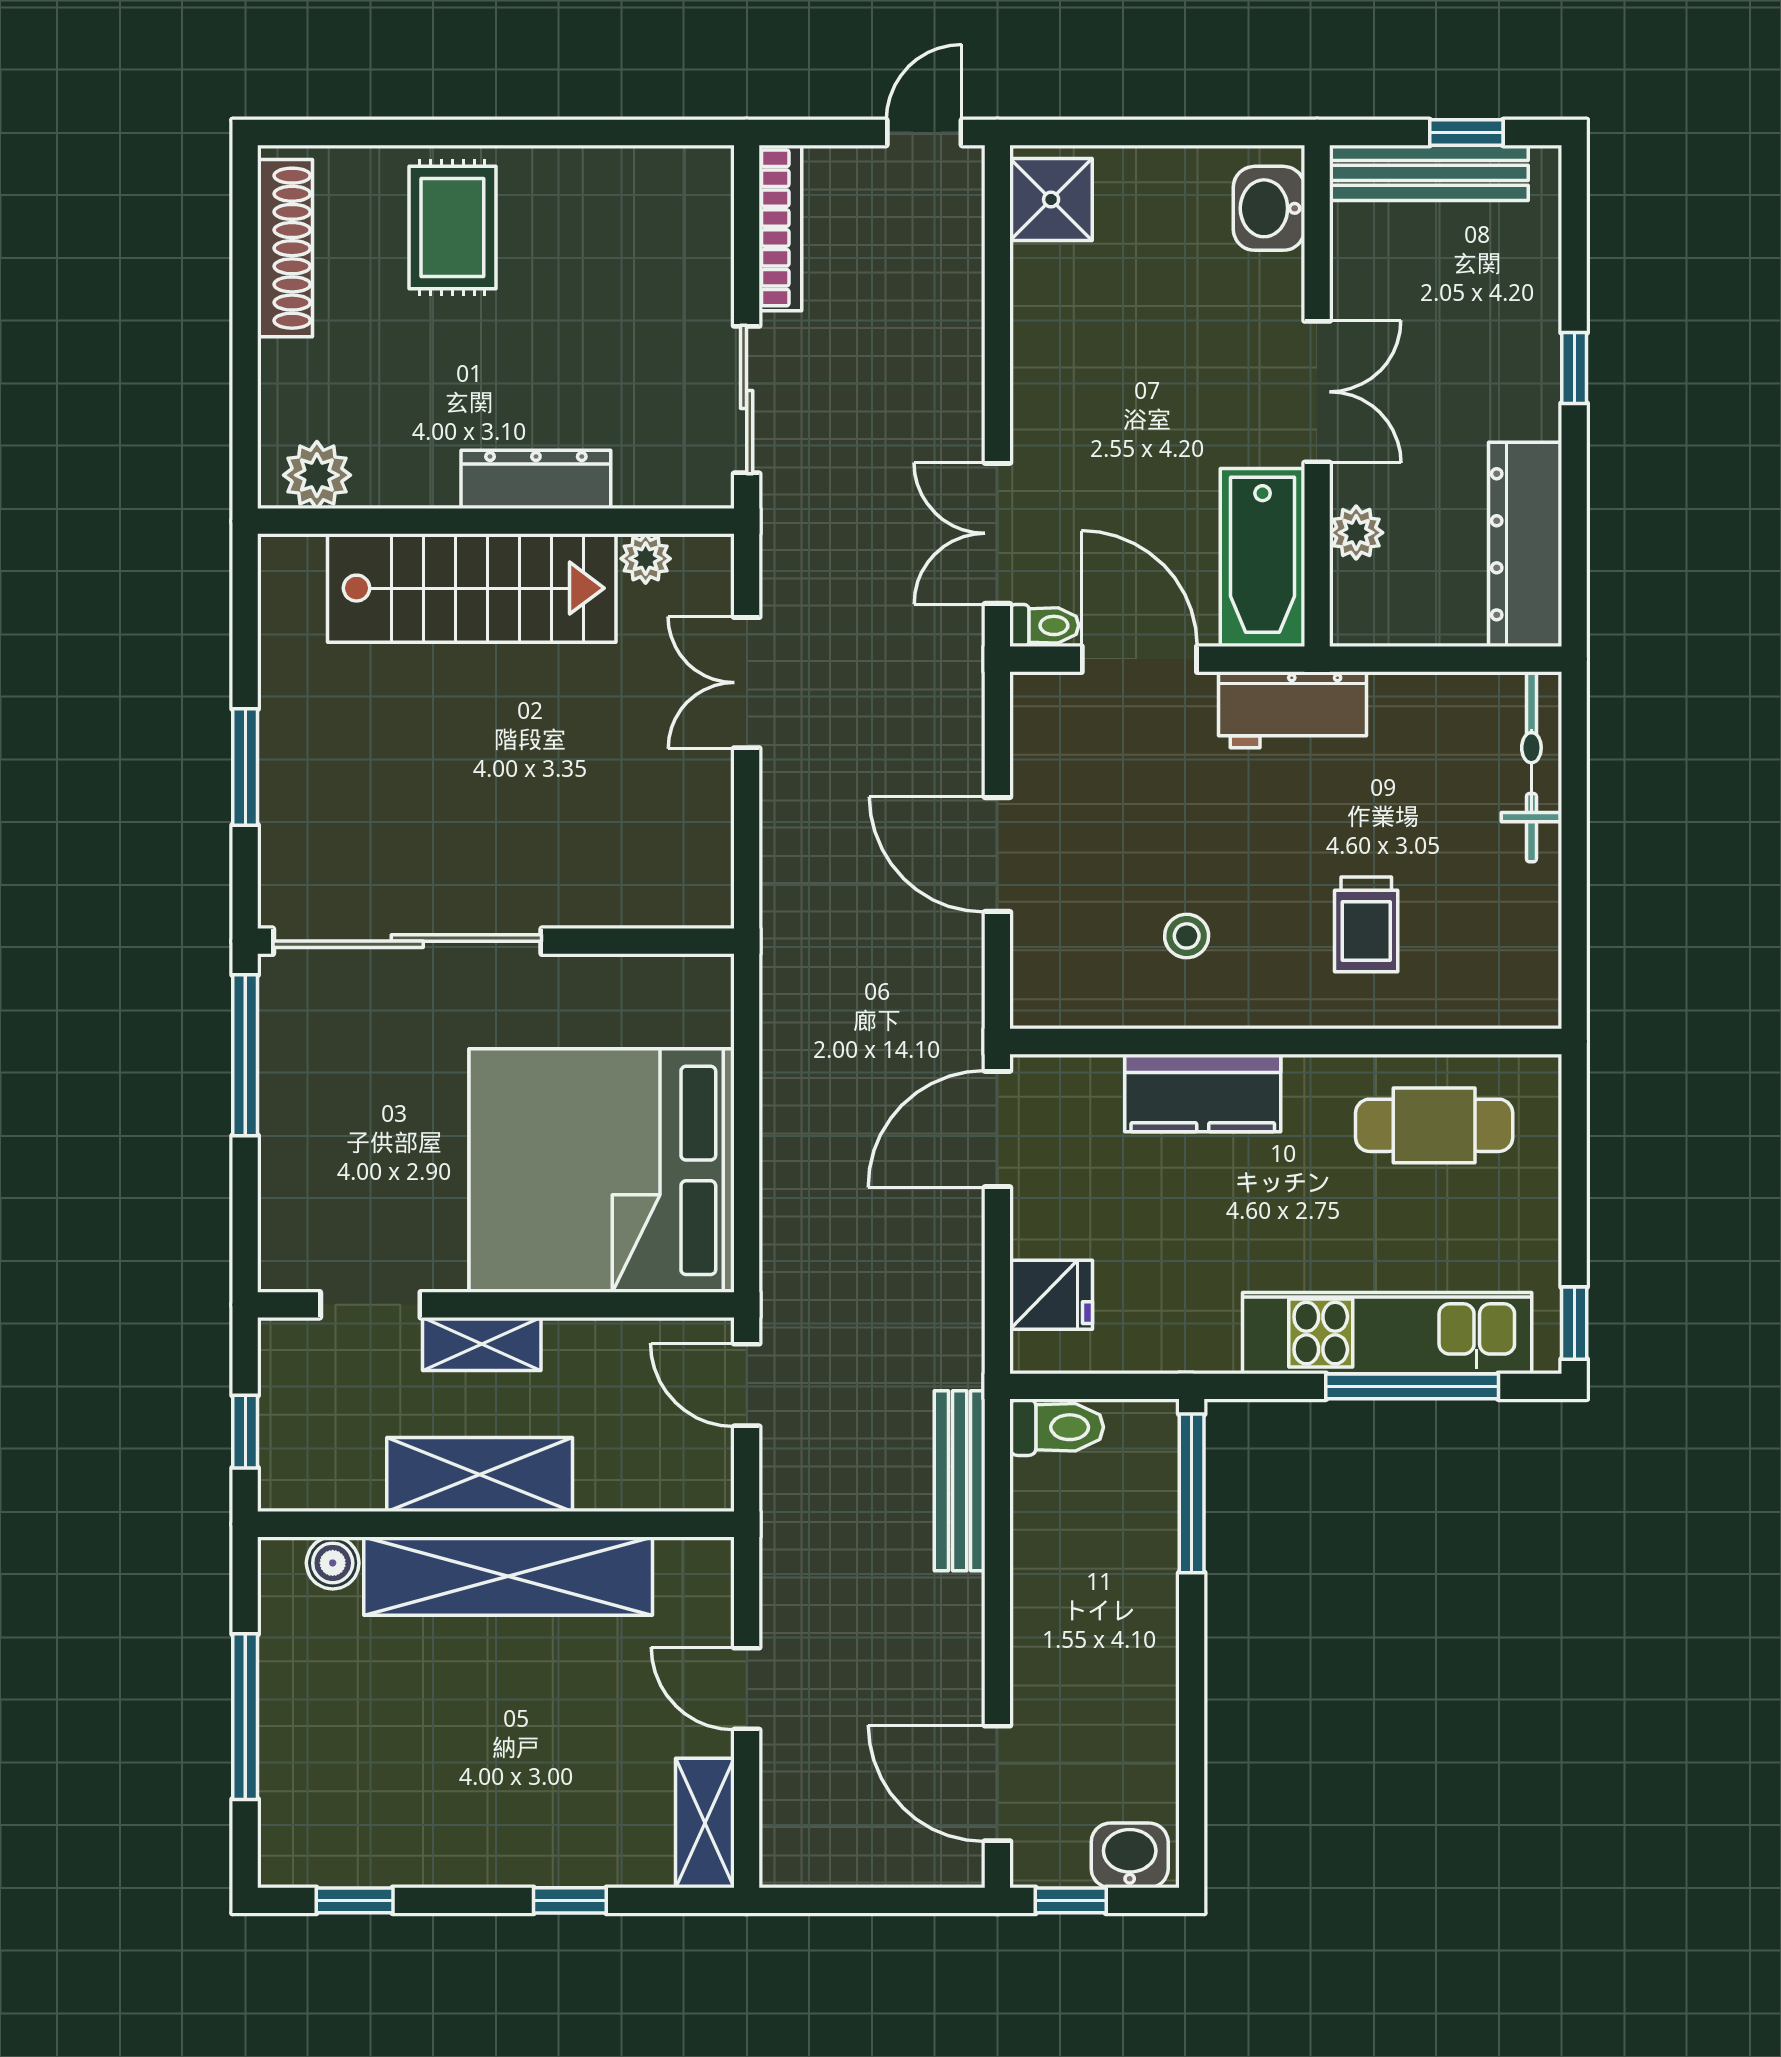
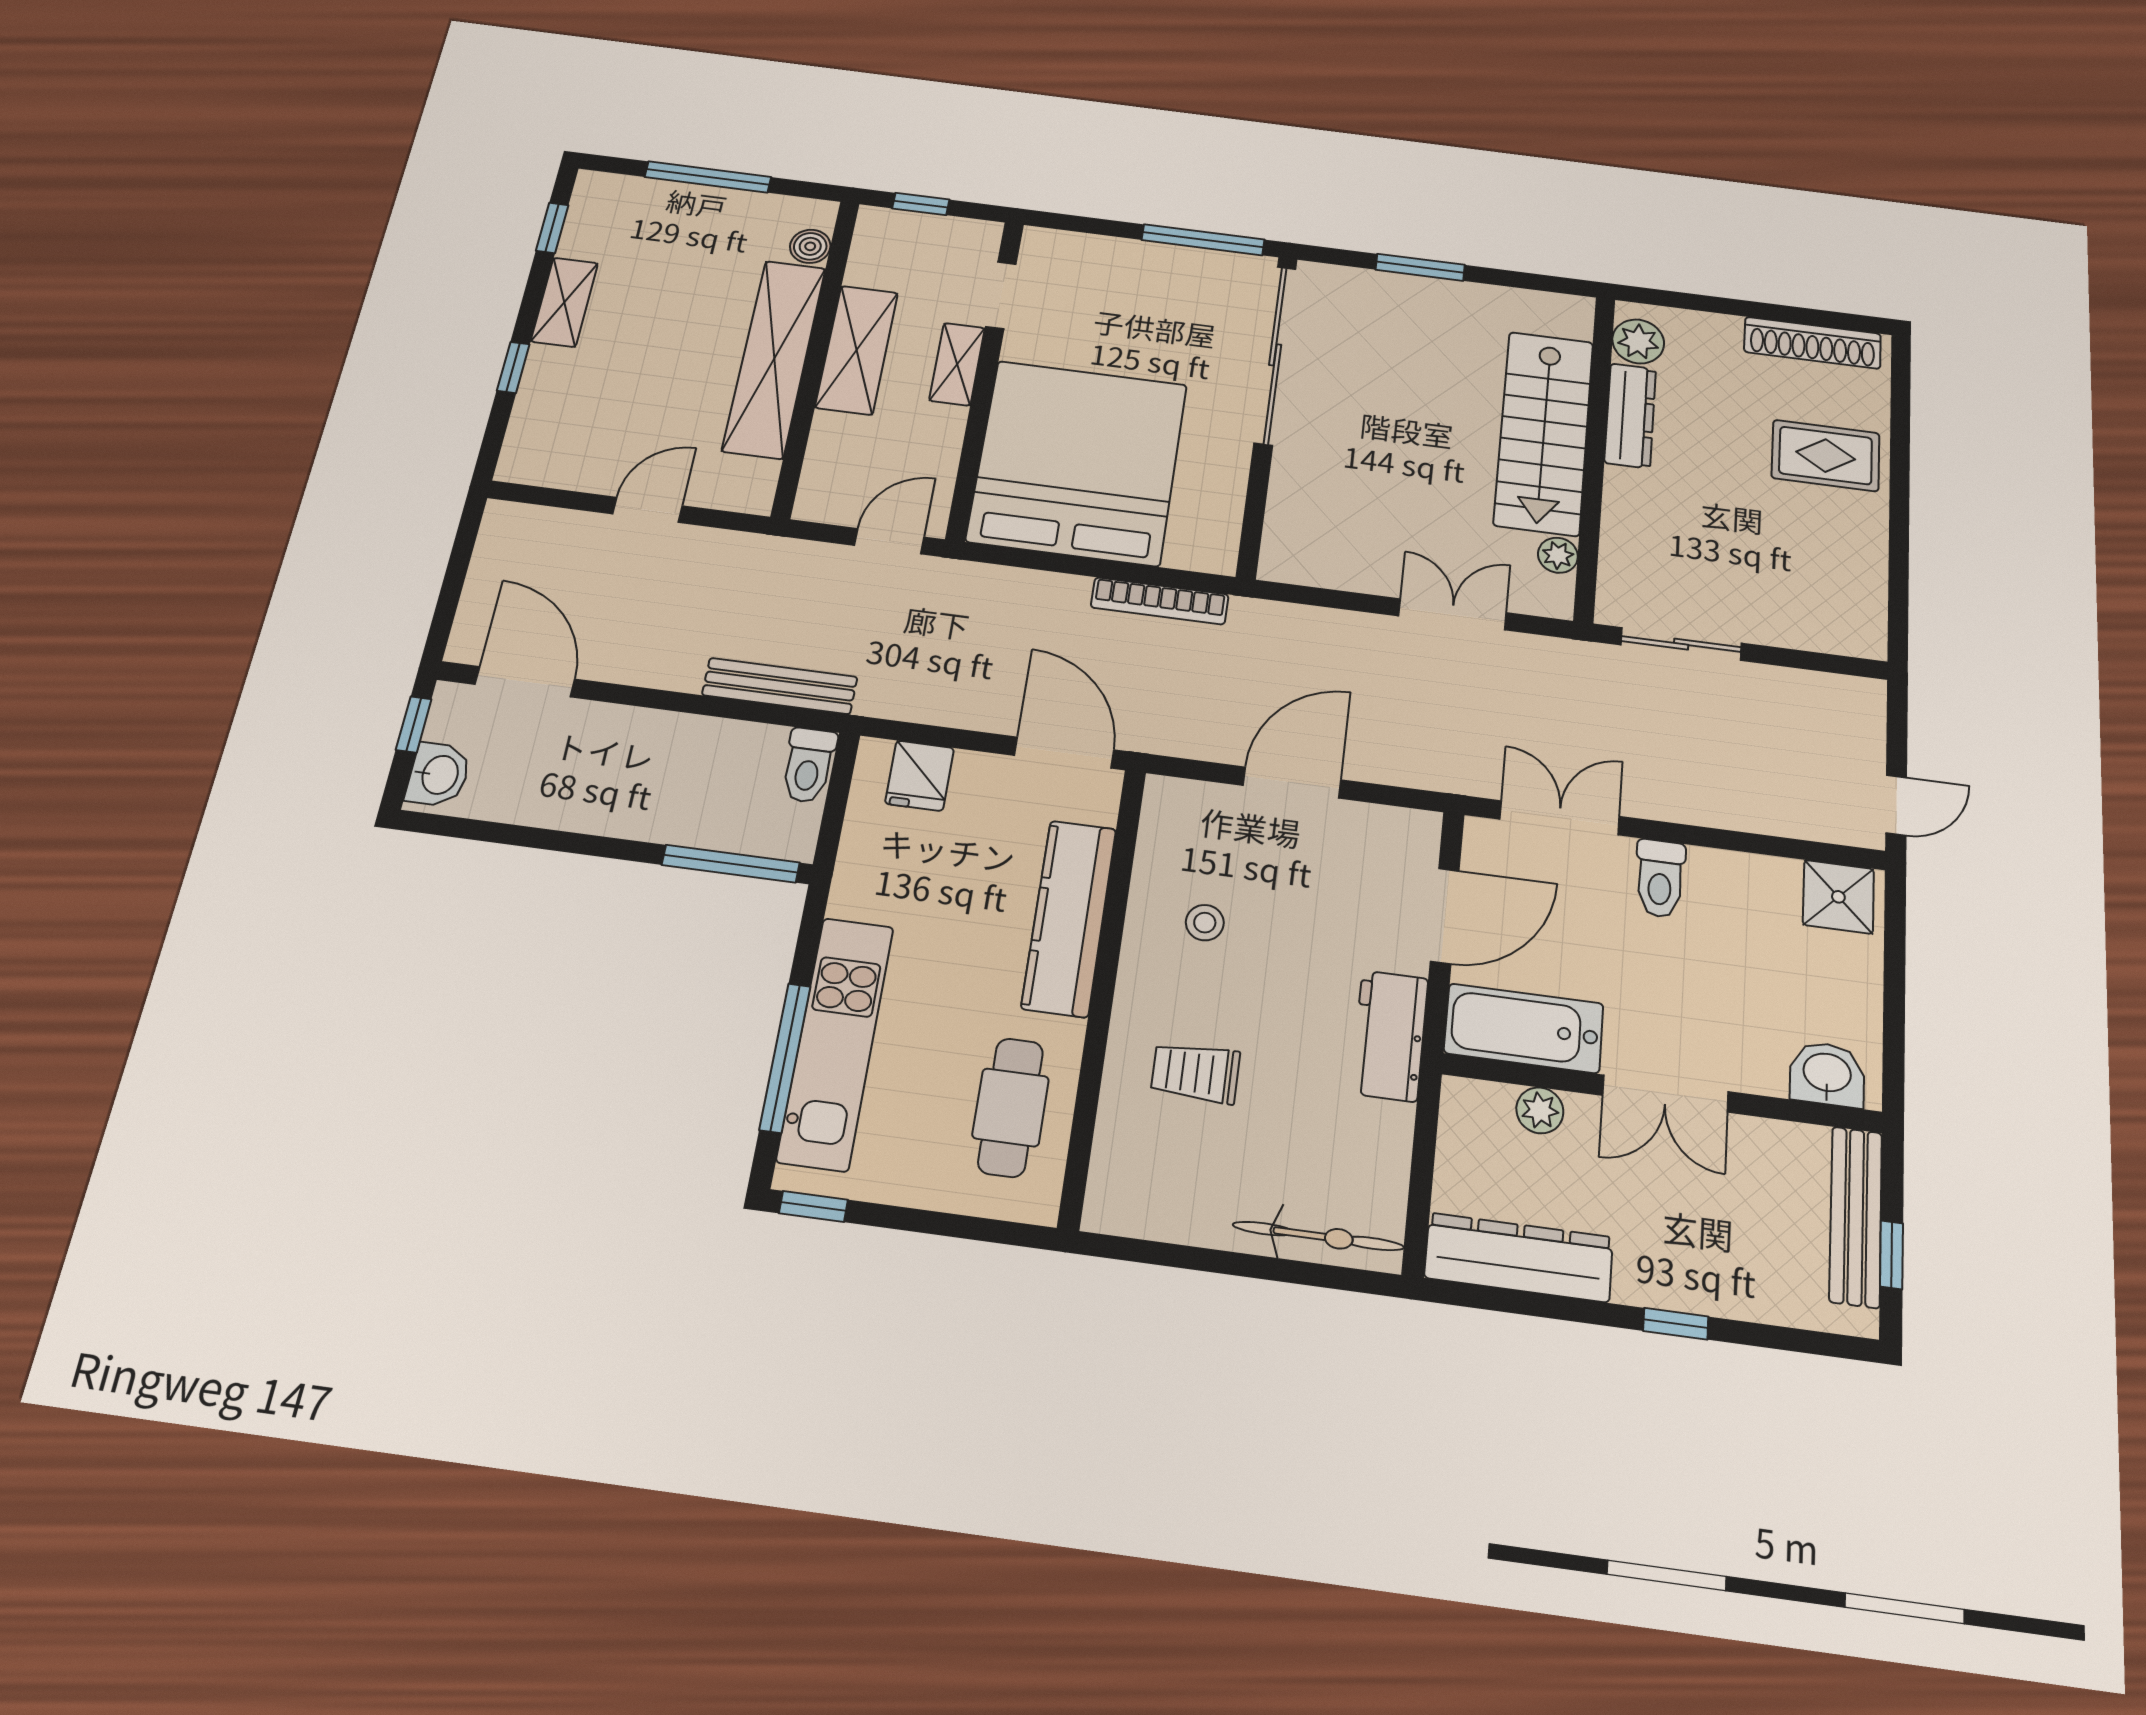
door: (924, 133) -> (1896, 805), hinge flipped
bookcase: (780, 228) -> (1160, 601), moved
dresser: (536, 479) -> (1630, 416), moved
toilet: (1044, 625) -> (1660, 878), moved, width x1.37, depth x1.39
kitchen counter: (1203, 1093) -> (1069, 918), width x1.50
door: (997, 1783) -> (525, 682), hinge flipped
shelving: (705, 1823) -> (564, 302), moved, turned 90

